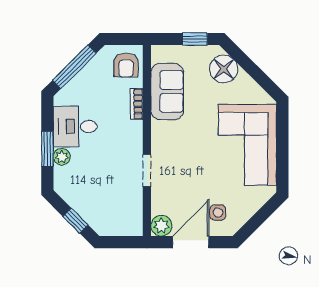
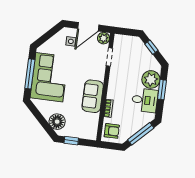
armchair: (126, 65) -> (112, 131), turned 90
sofa: (167, 91) -> (93, 96), moved
window: (282, 146) -> (30, 74), added
plant: (62, 157) -> (151, 79), width x1.88, depth x1.88
doorway: (147, 170) -> (109, 57), moved

